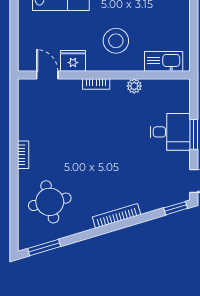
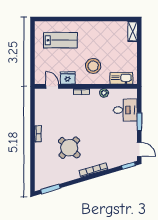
desk: (170, 132) -> (125, 110), moved
round table: (50, 202) -> (69, 148), moved, turned -34

